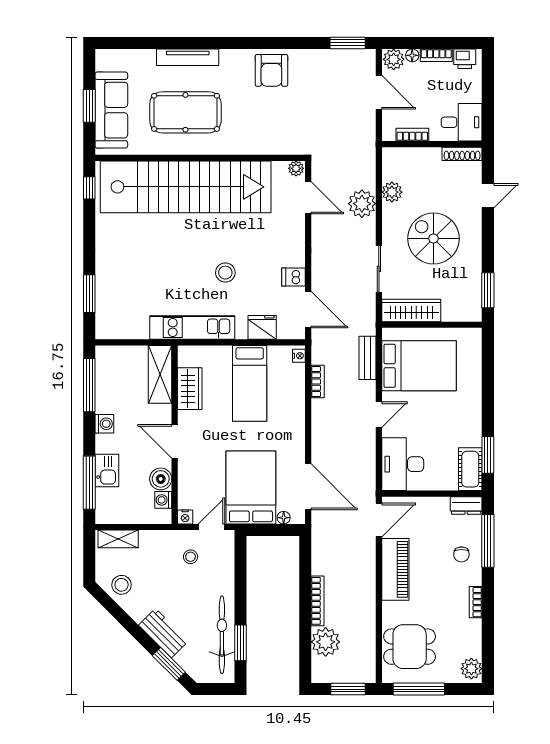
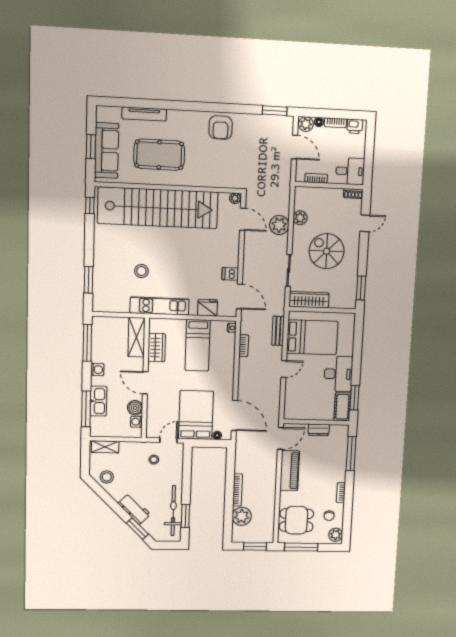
tv unit: (188, 57) -> (144, 114), moved
shoe rack: (462, 154) -> (353, 193), width x0.70
stool: (225, 273) -> (141, 271), moved
desk: (403, 464) -> (338, 374), moved, turned 180
kitchen sink: (107, 471) -> (98, 401), width x1.38
dresser: (466, 505) -> (319, 430), moved
nightstand: (185, 517) -> (151, 433), removed
chair: (461, 554) -> (329, 516), moved

